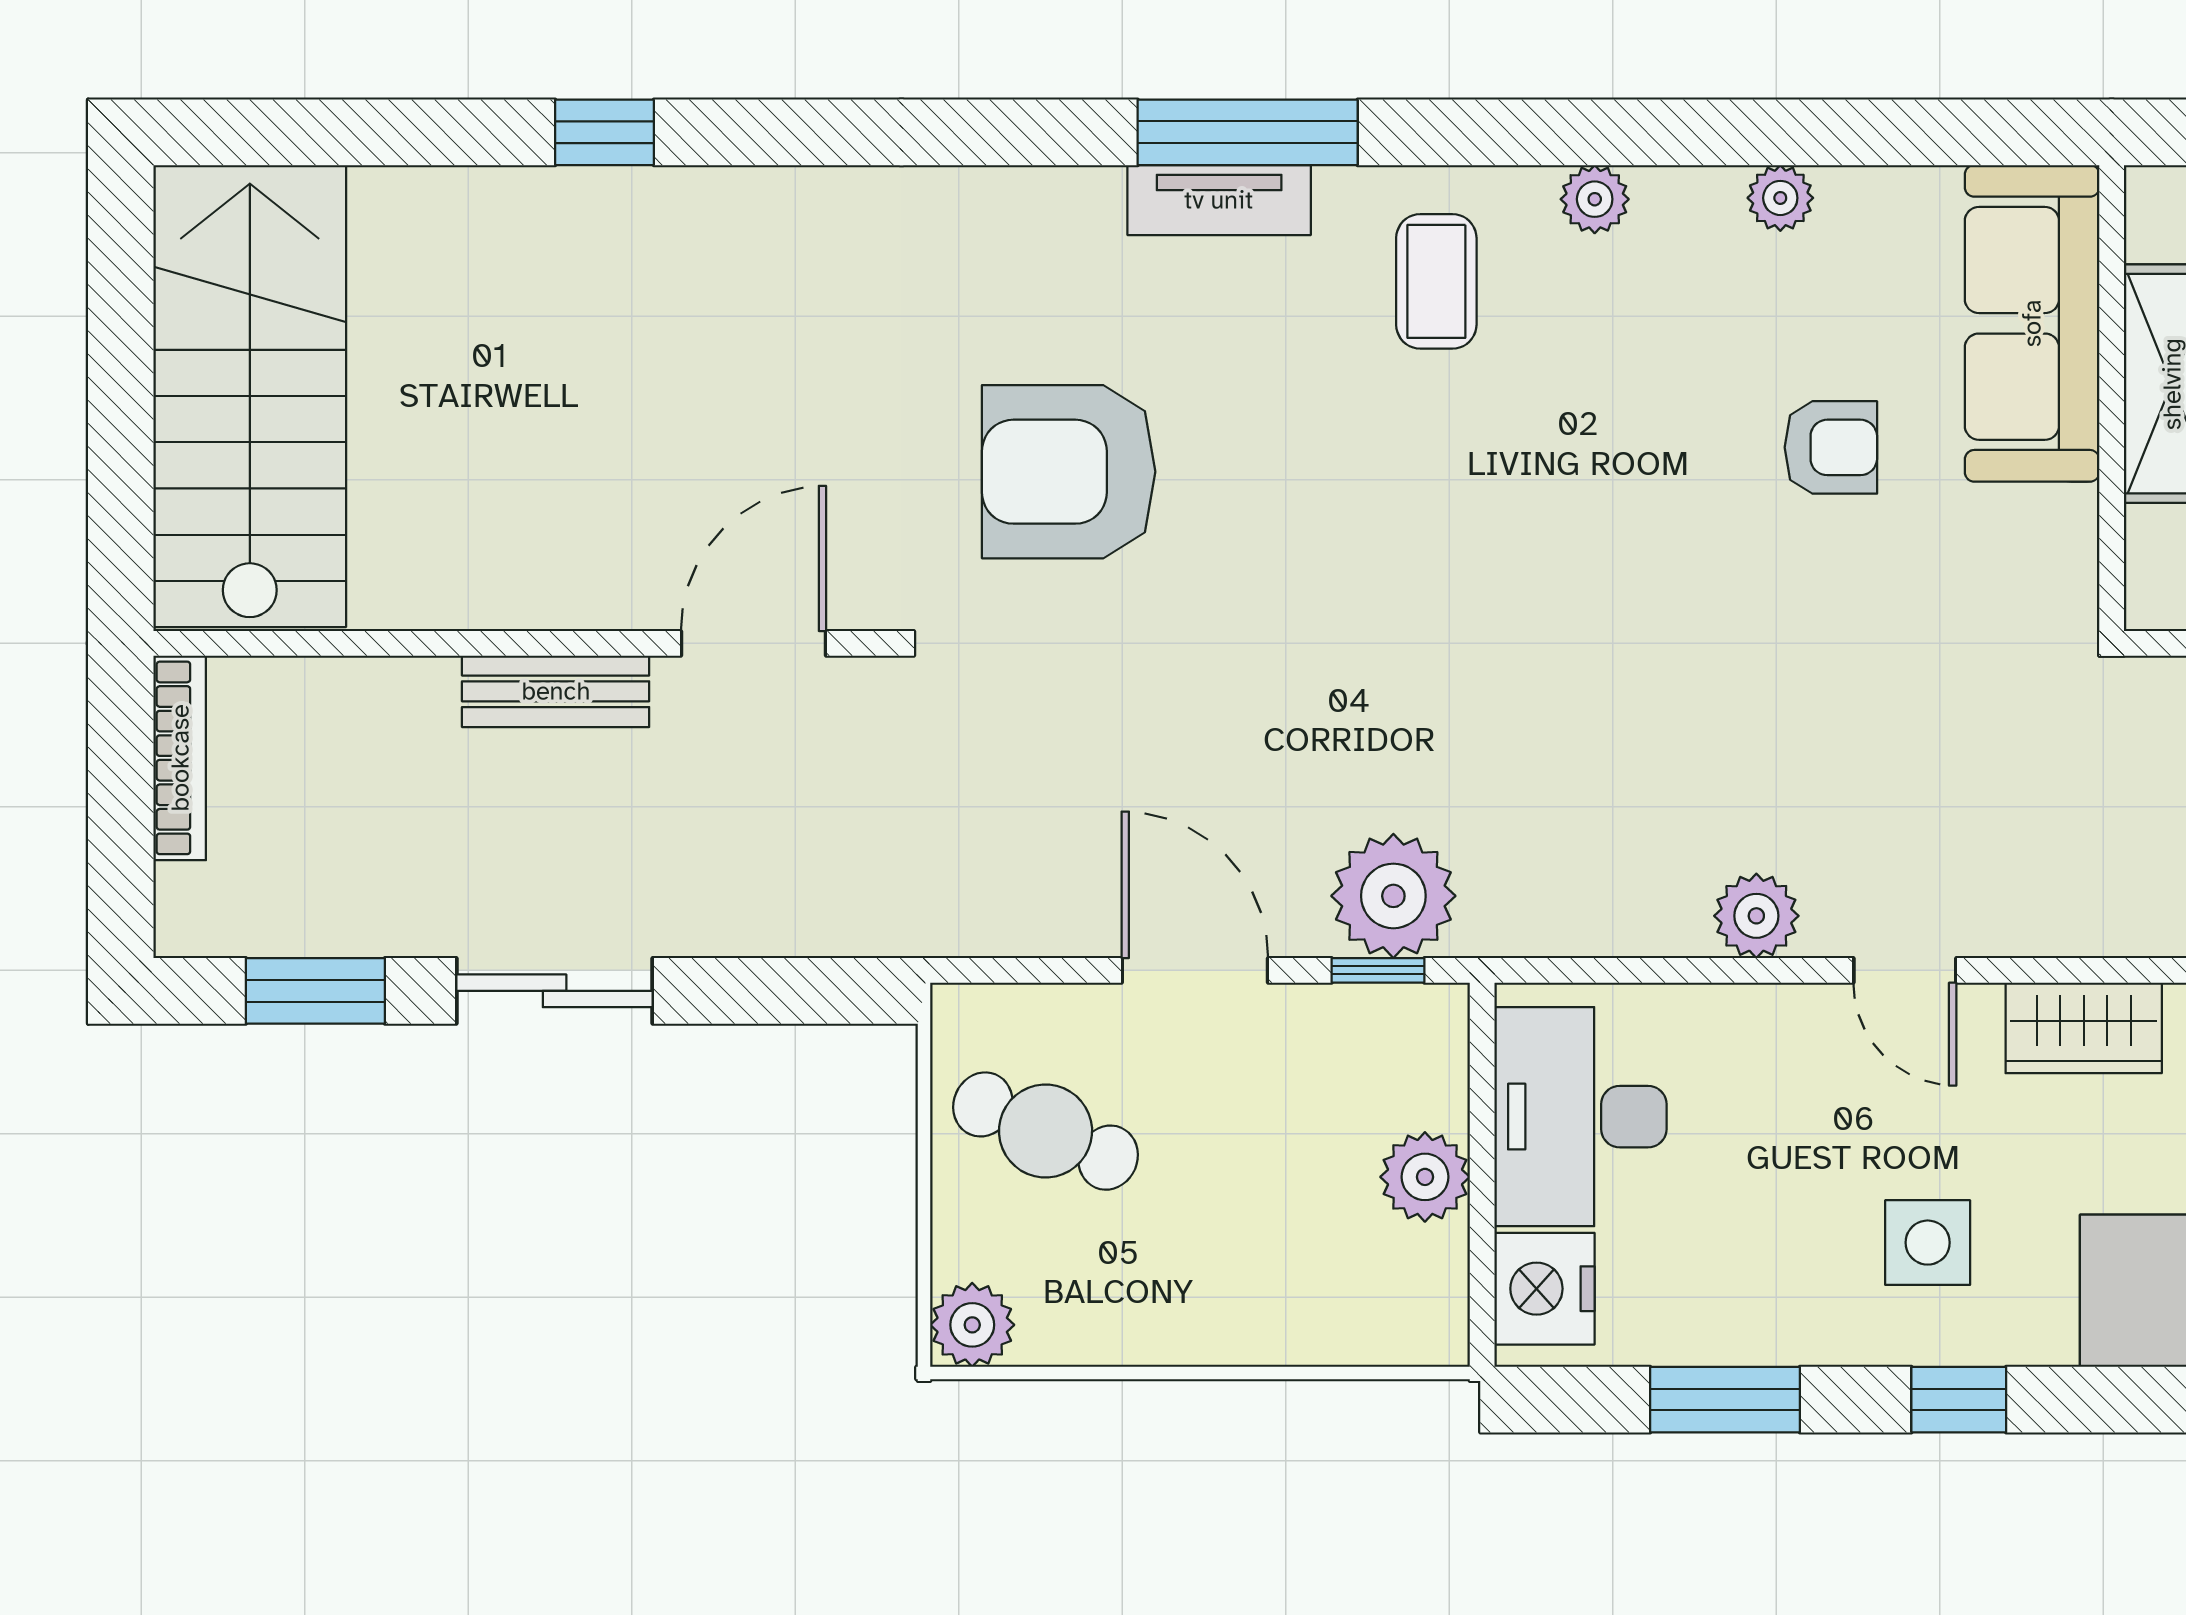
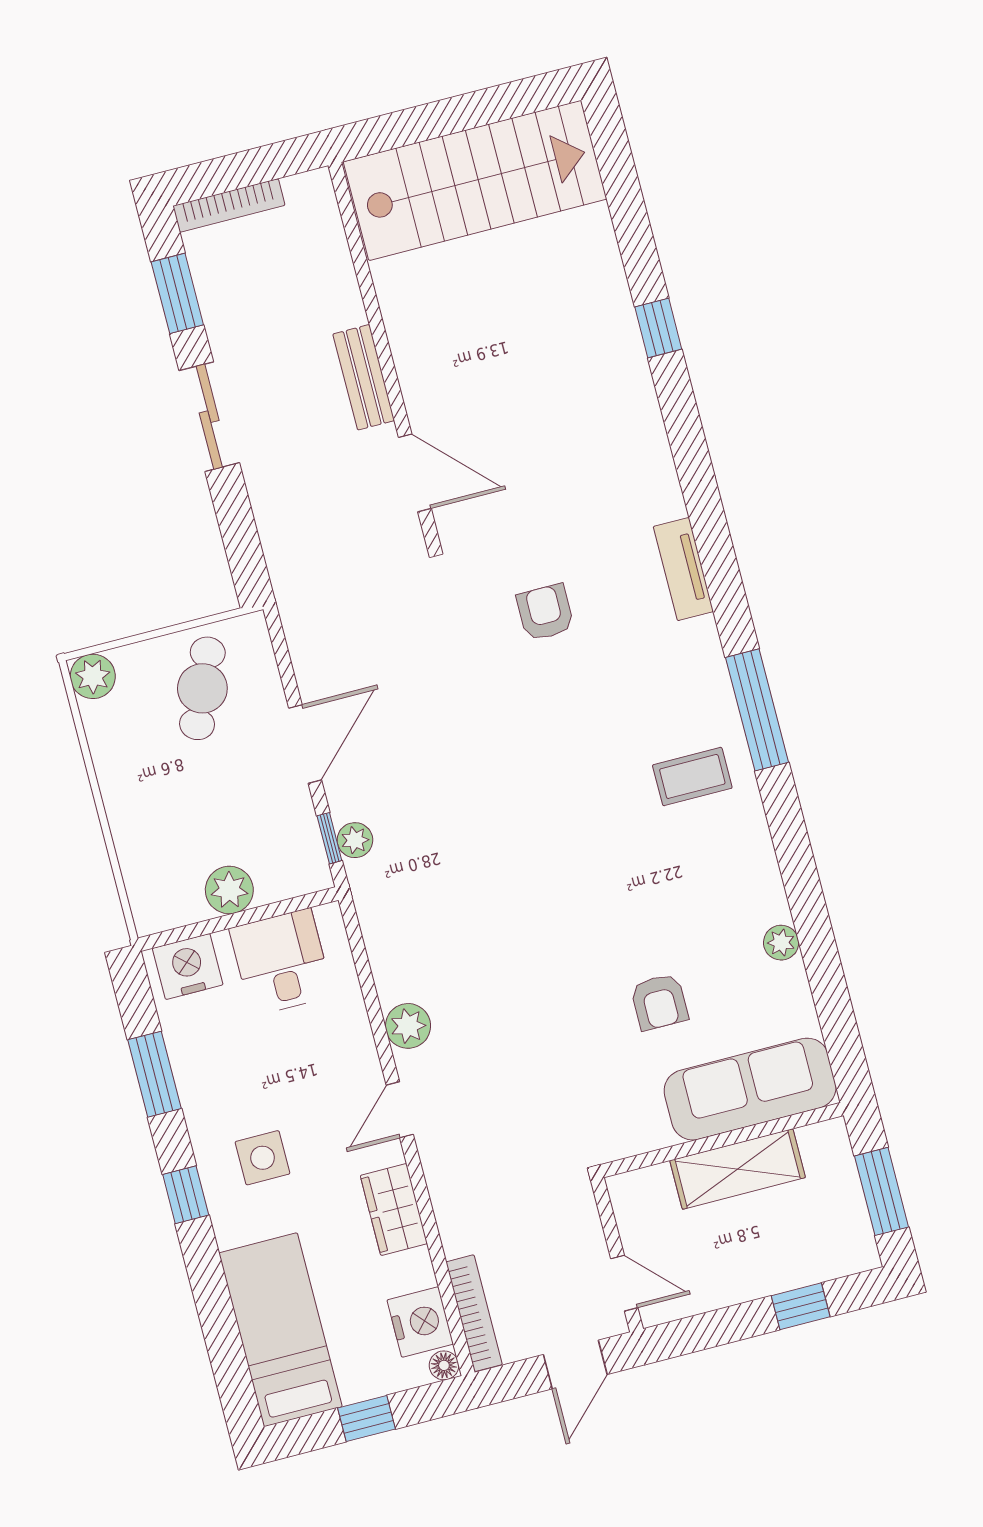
window: (1248, 132) -> (757, 710), moved
plant: (1595, 199) -> (756, 847), removed
tv unit: (1219, 200) -> (683, 569), moved
armchair: (1069, 472) -> (545, 612), width x0.53, depth x0.53
bookcase: (180, 758) -> (229, 206), moved
plant: (1393, 896) -> (355, 840), width x0.53, depth x0.53
desk: (1580, 1117) -> (281, 962), width x0.73

